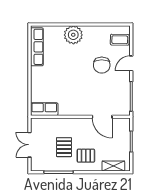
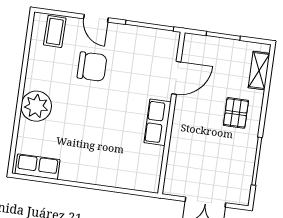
row of seats: (37, 47) -> (38, 167), width x0.68
row of seats: (44, 109) -> (157, 122), moved
pallet: (64, 147) -> (217, 147), removed

